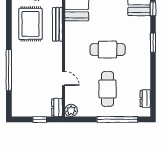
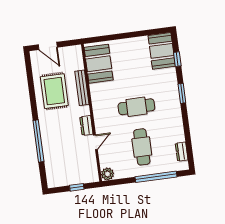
door: (64, 78) -> (95, 142), hinge flipped
dresser: (57, 107) -> (86, 125), moved

